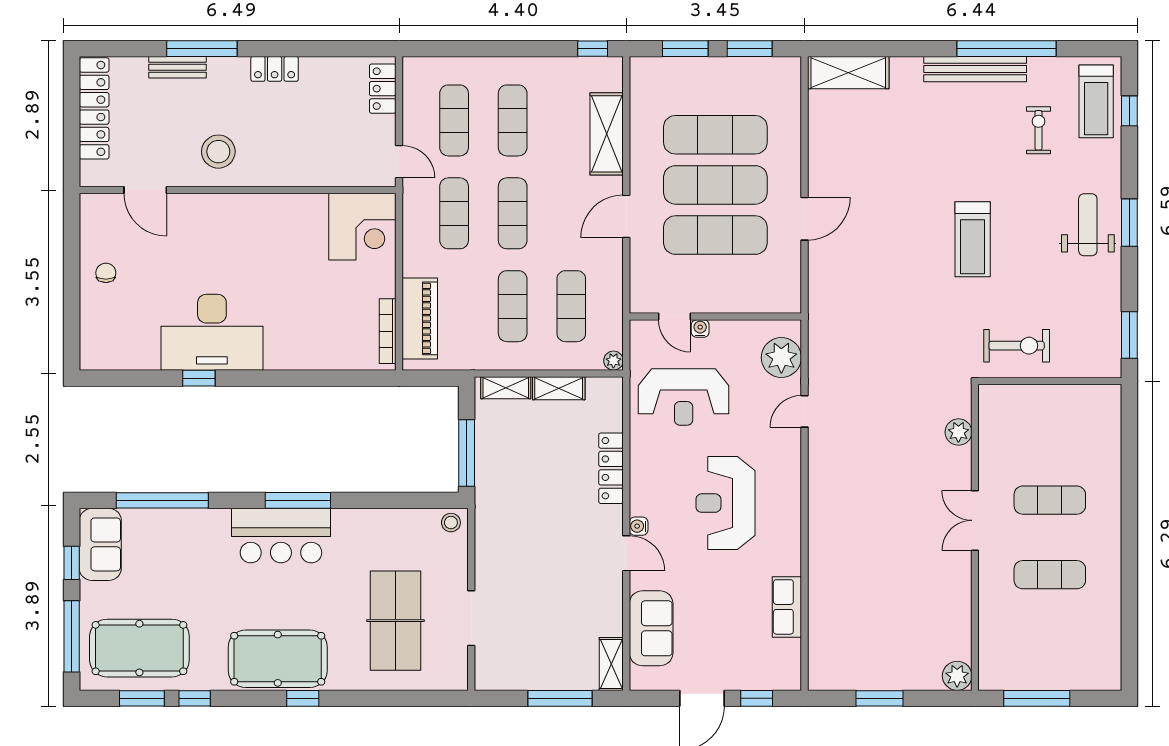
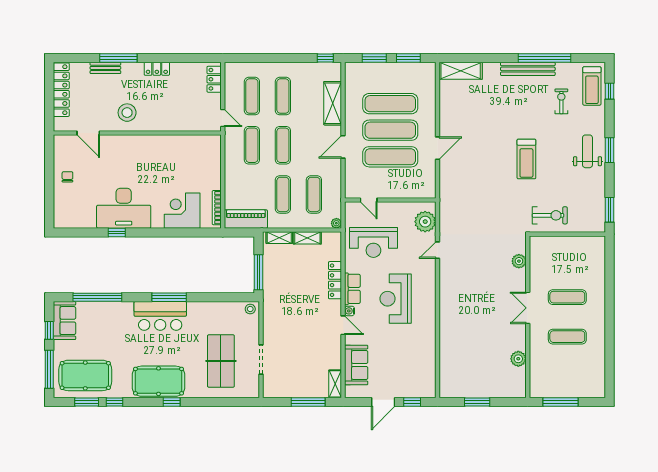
corner desk: (362, 227) -> (182, 211), moved, turned 180
piano: (420, 318) -> (246, 219), moved, turned -90
water cooler: (700, 329) -> (382, 206), removed
row of seats: (787, 607) -> (352, 289), moved, turned 180
plant: (957, 676) -> (518, 359), moved

